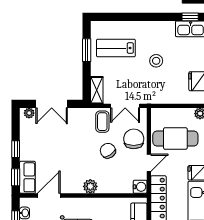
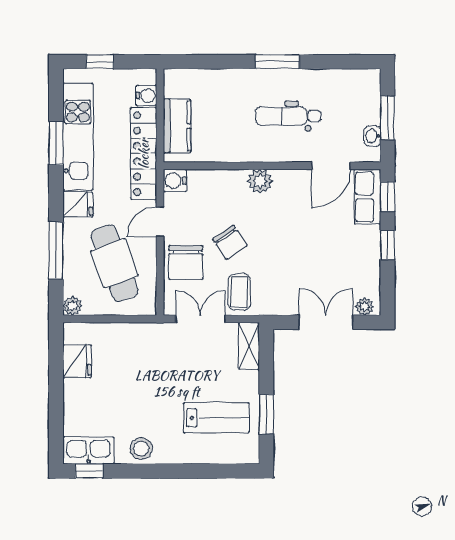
stool: (156, 61) -> (141, 449), moved
cafe table: (175, 138) -> (115, 263), turned 70

